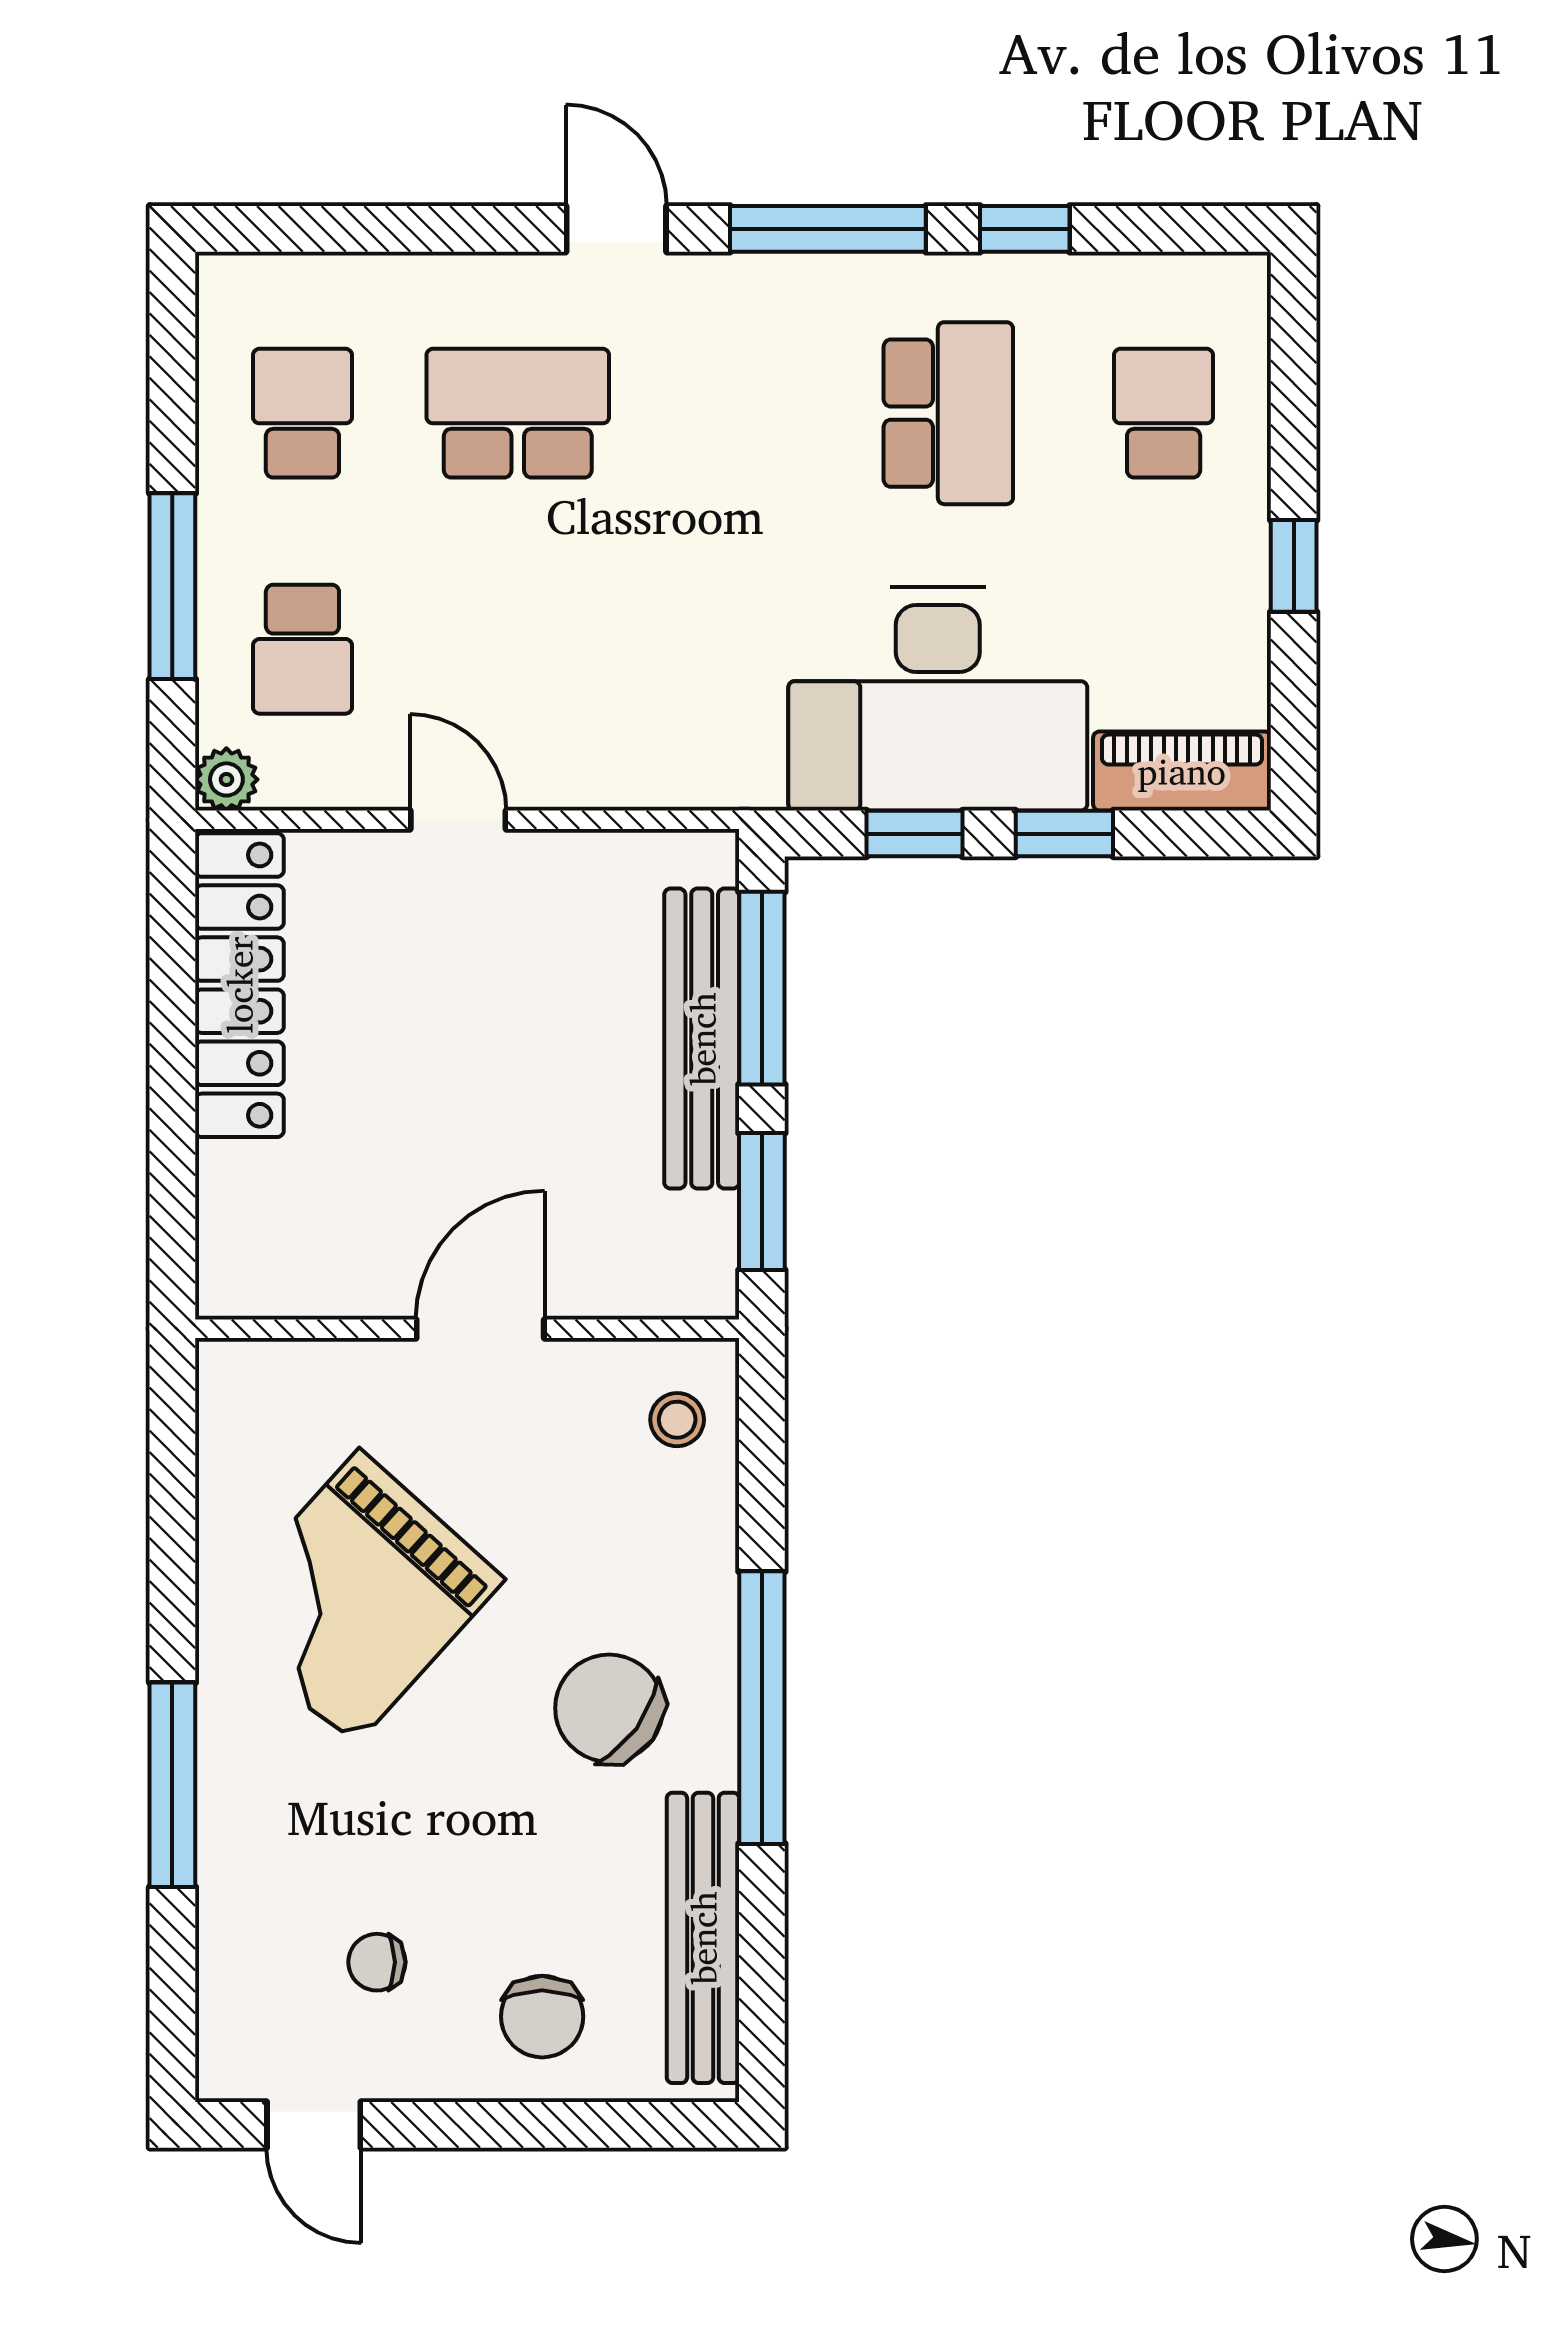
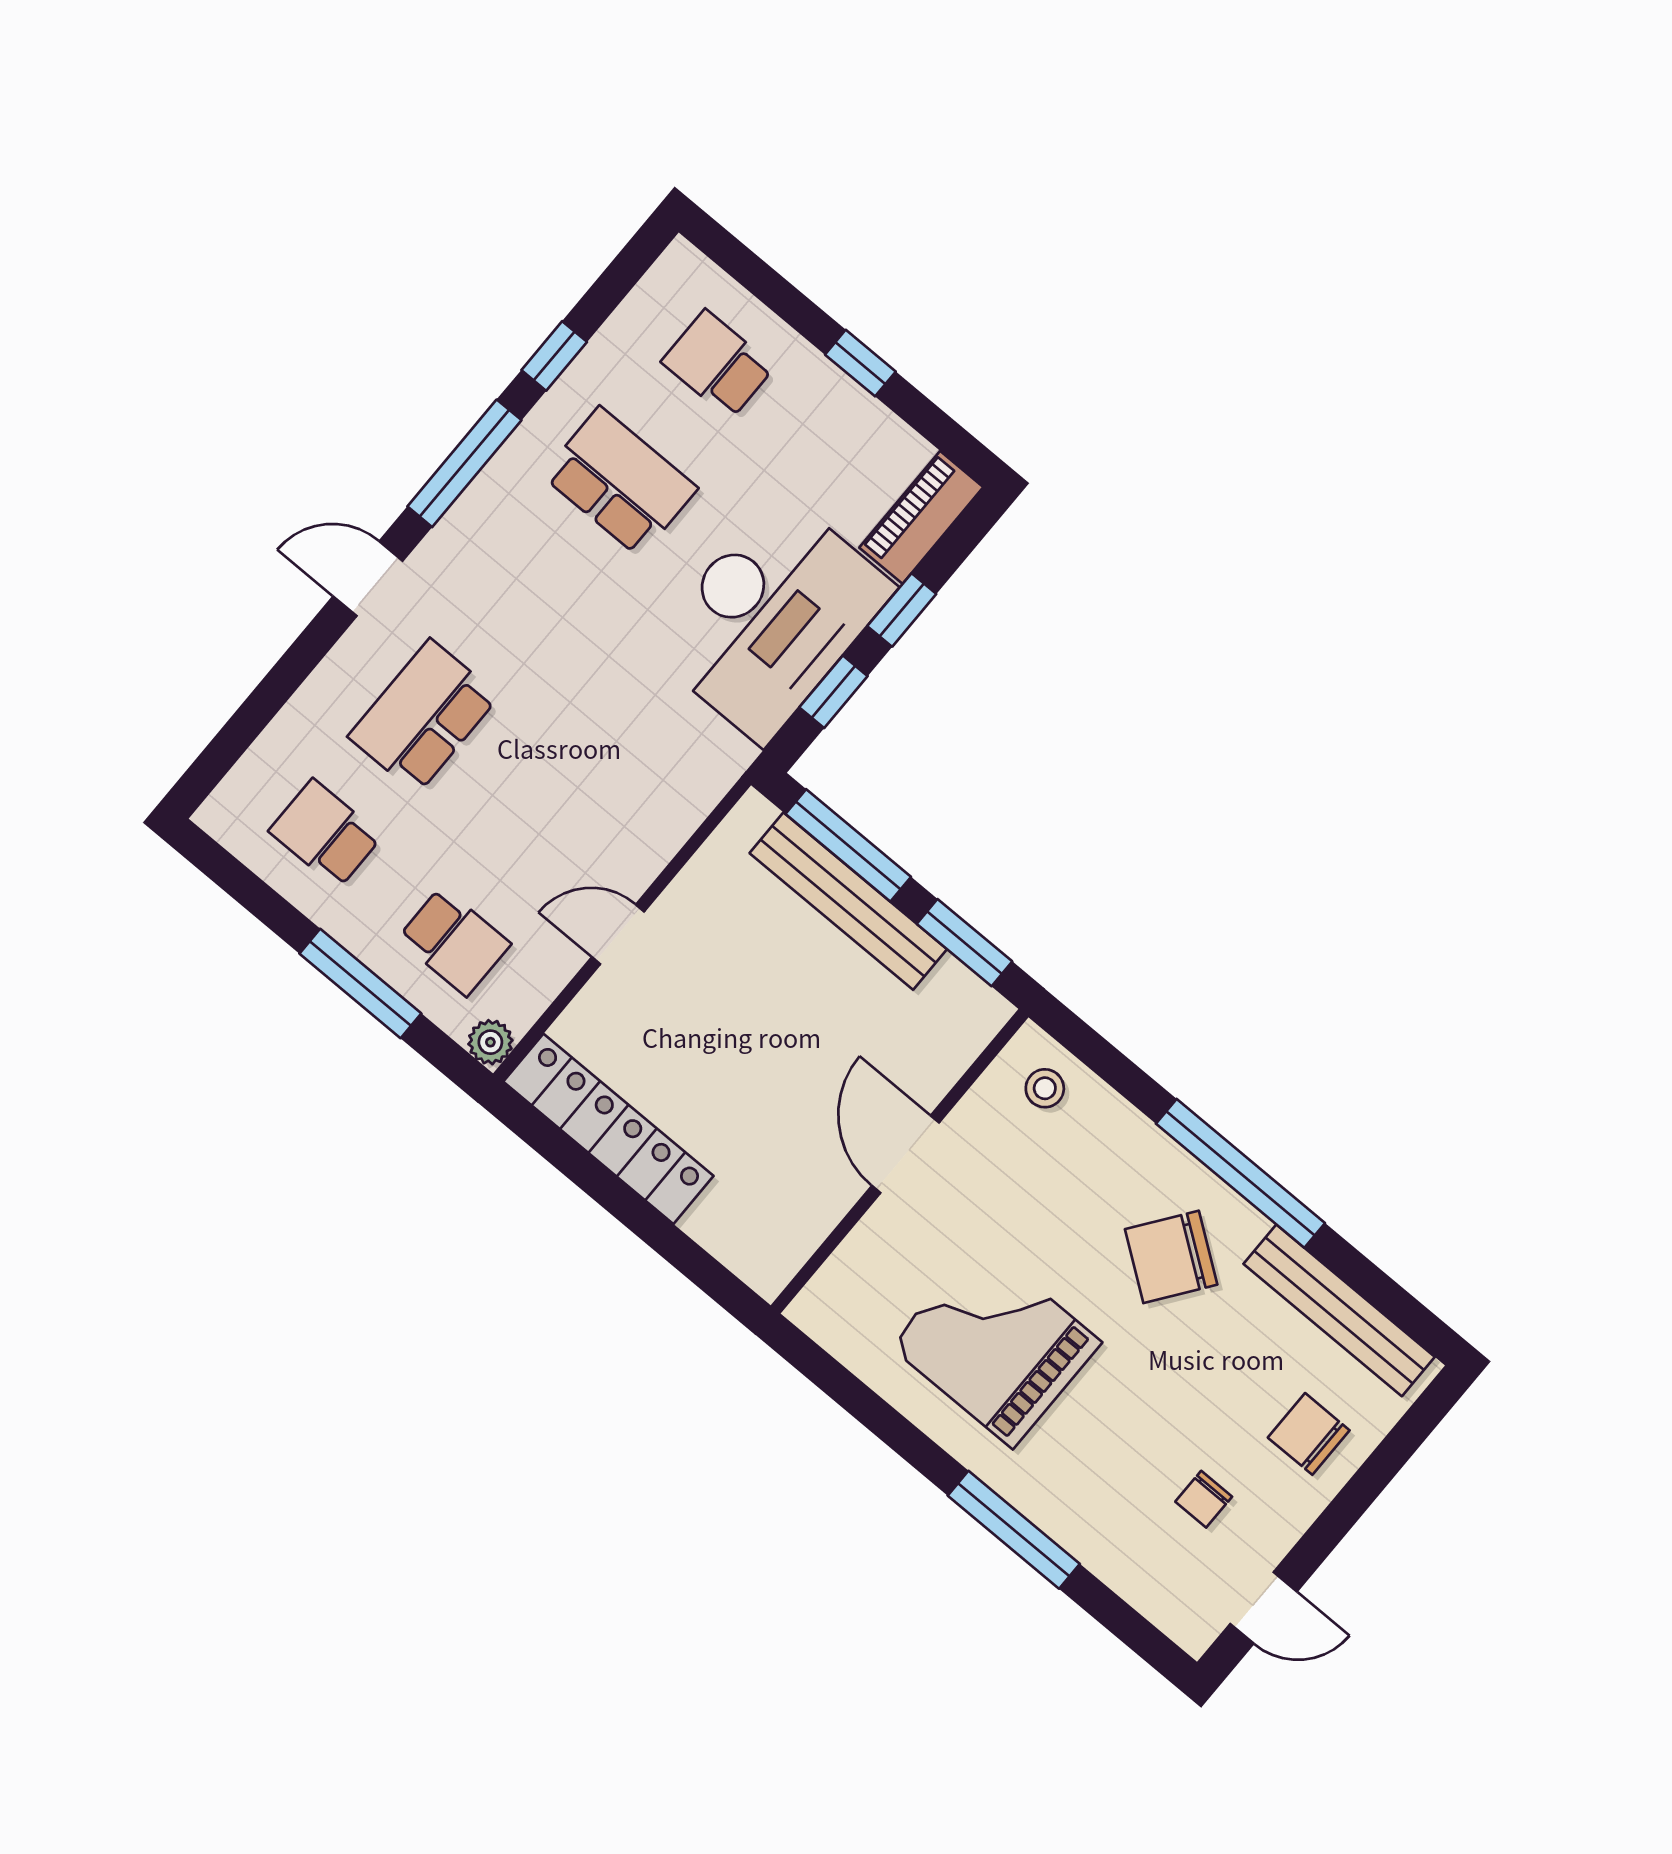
grand piano: (357, 1598) -> (996, 1344), turned 138
chair: (542, 2017) -> (1309, 1434), turned 180

